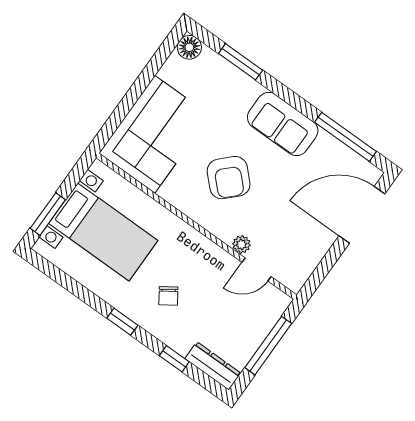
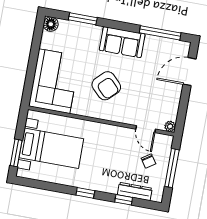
door: (362, 215) -> (189, 72), width x0.73
plant: (241, 244) -> (170, 126), moved
door: (256, 269) -> (146, 129), hinge flipped
chair: (168, 296) -> (148, 161), moved
dresser: (213, 366) -> (135, 191), moved

